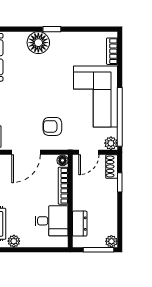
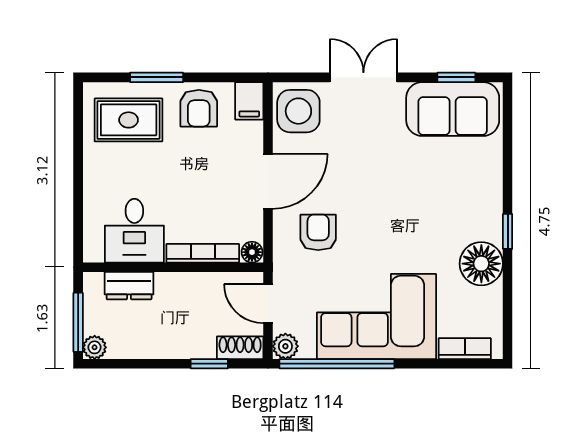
floor lamp: (38, 43) -> (481, 264), moved
door: (26, 152) -> (268, 181), swing flipped
plant: (14, 241) -> (95, 157), removed

